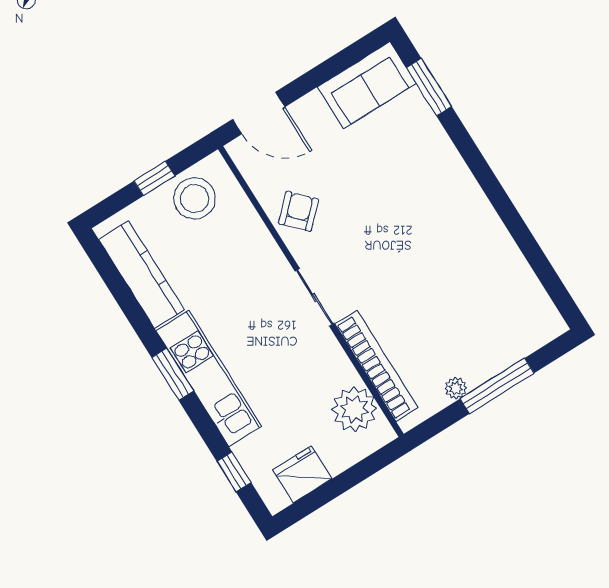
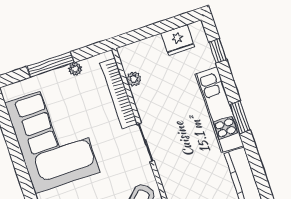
corner sofa: (466, 269) -> (52, 138), added
plant: (354, 409) -> (134, 79), width x0.53, depth x0.53

